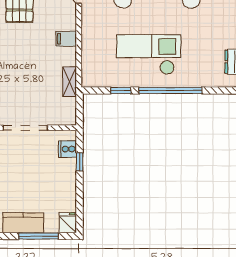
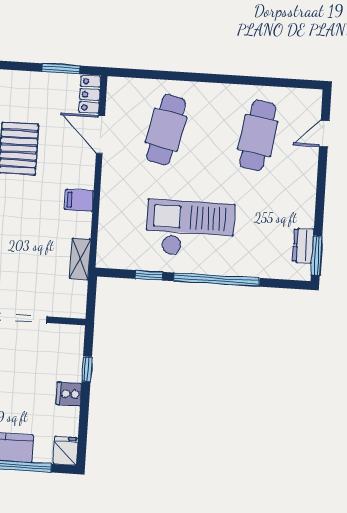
cooker: (67, 149) -> (69, 394), moved

